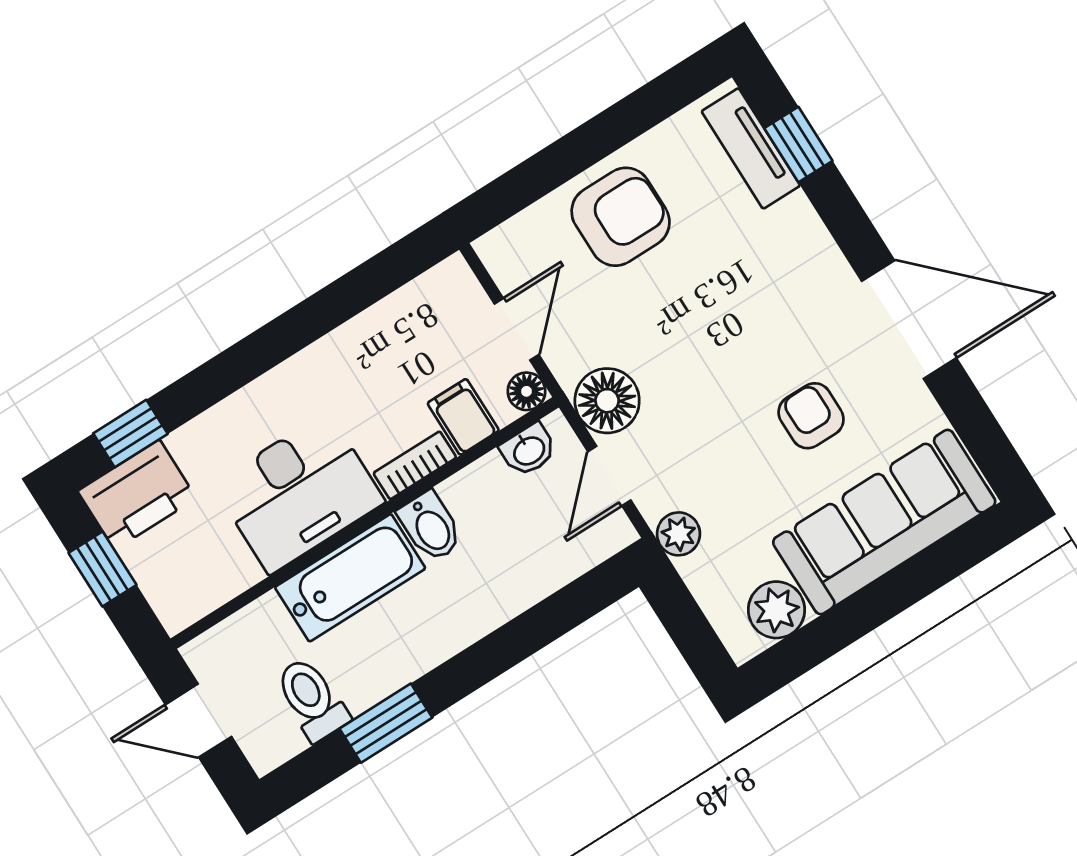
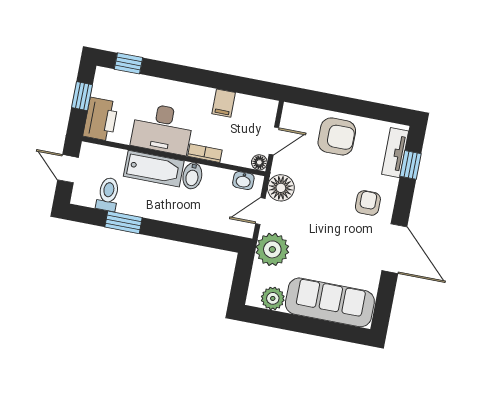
armchair: (811, 416) -> (368, 203), moved
filing cabinet: (463, 417) -> (224, 103), moved, turned 180
printer: (137, 495) -> (101, 119), moved, turned -90
plant: (678, 534) -> (272, 249), width x1.88, depth x1.88

